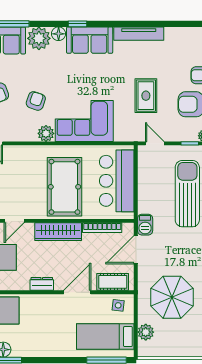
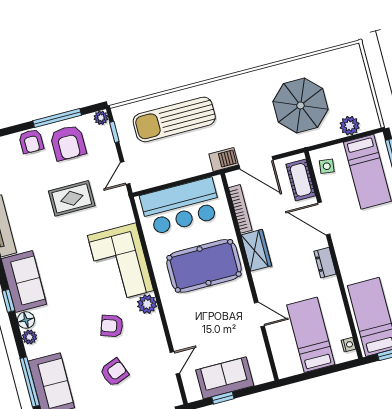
plant: (39, 38) -> (29, 337), width x0.53, depth x0.53
wardrobe: (58, 232) -> (256, 250), width x0.67

